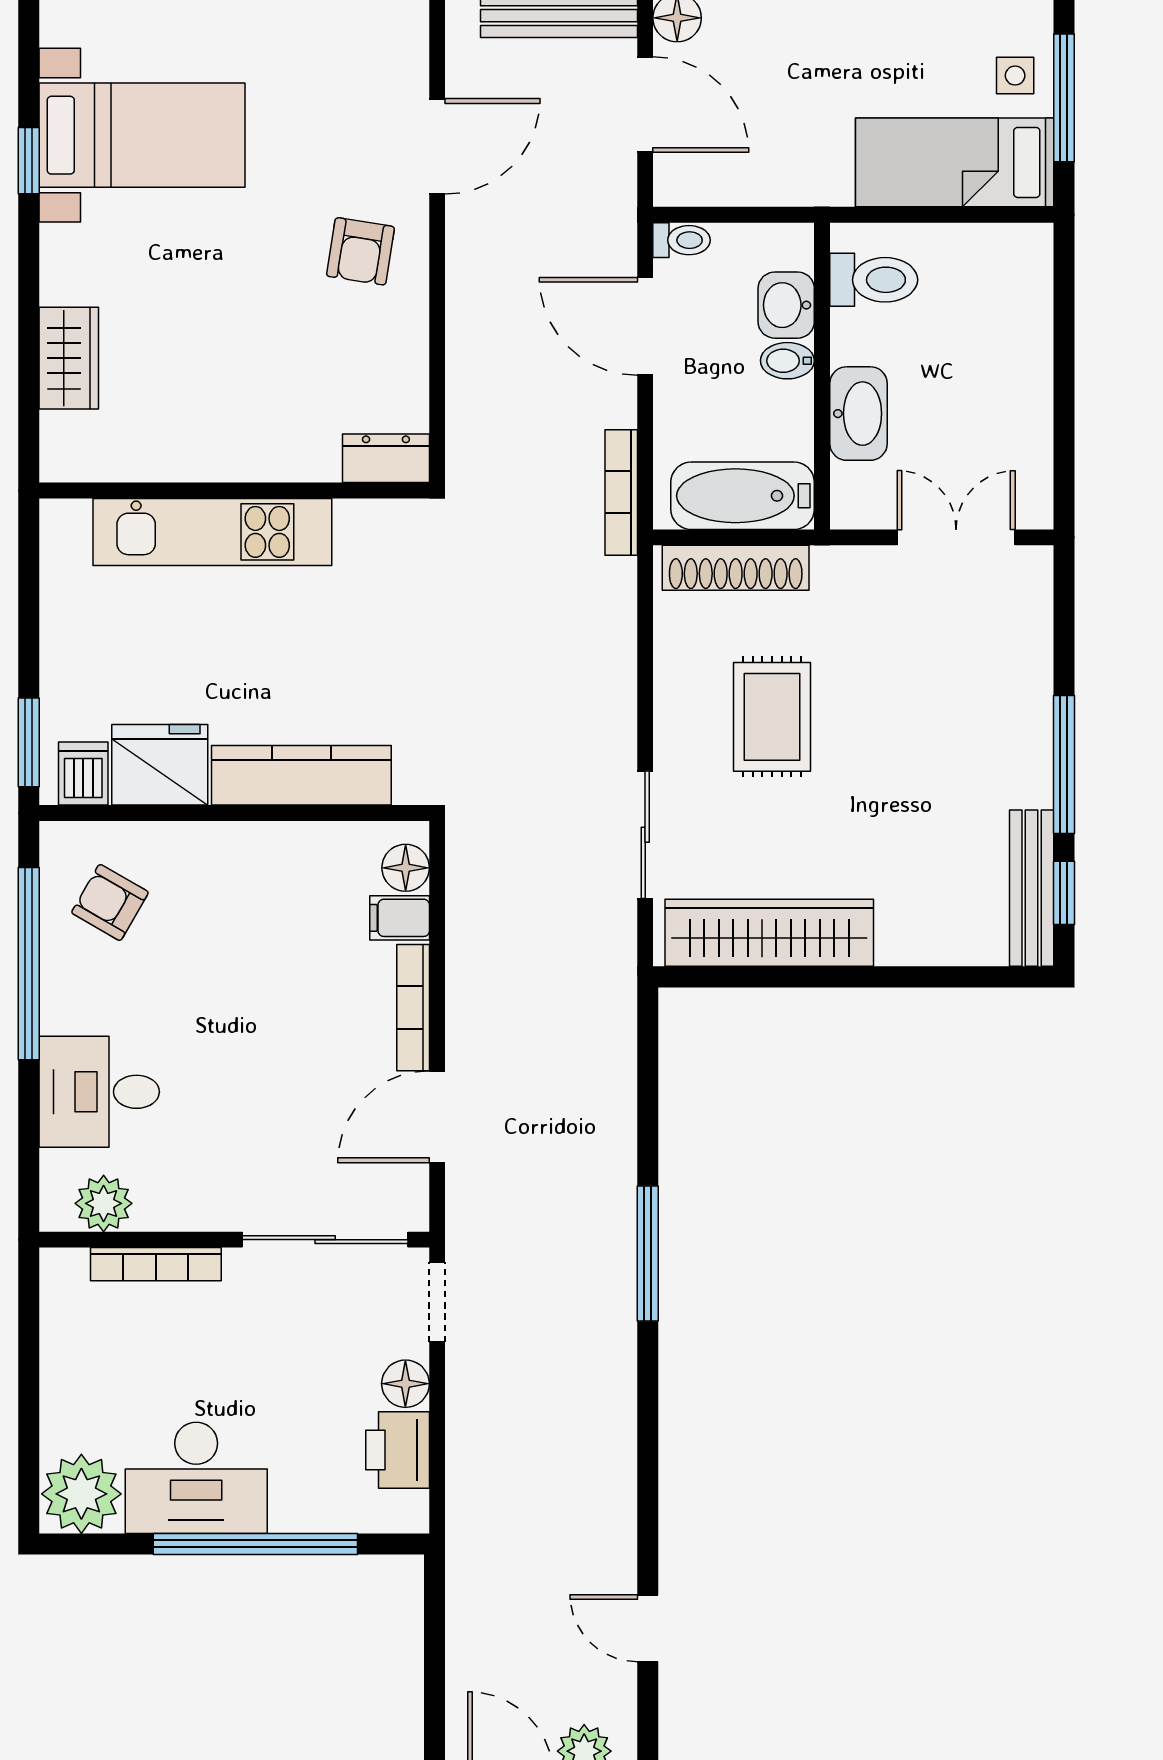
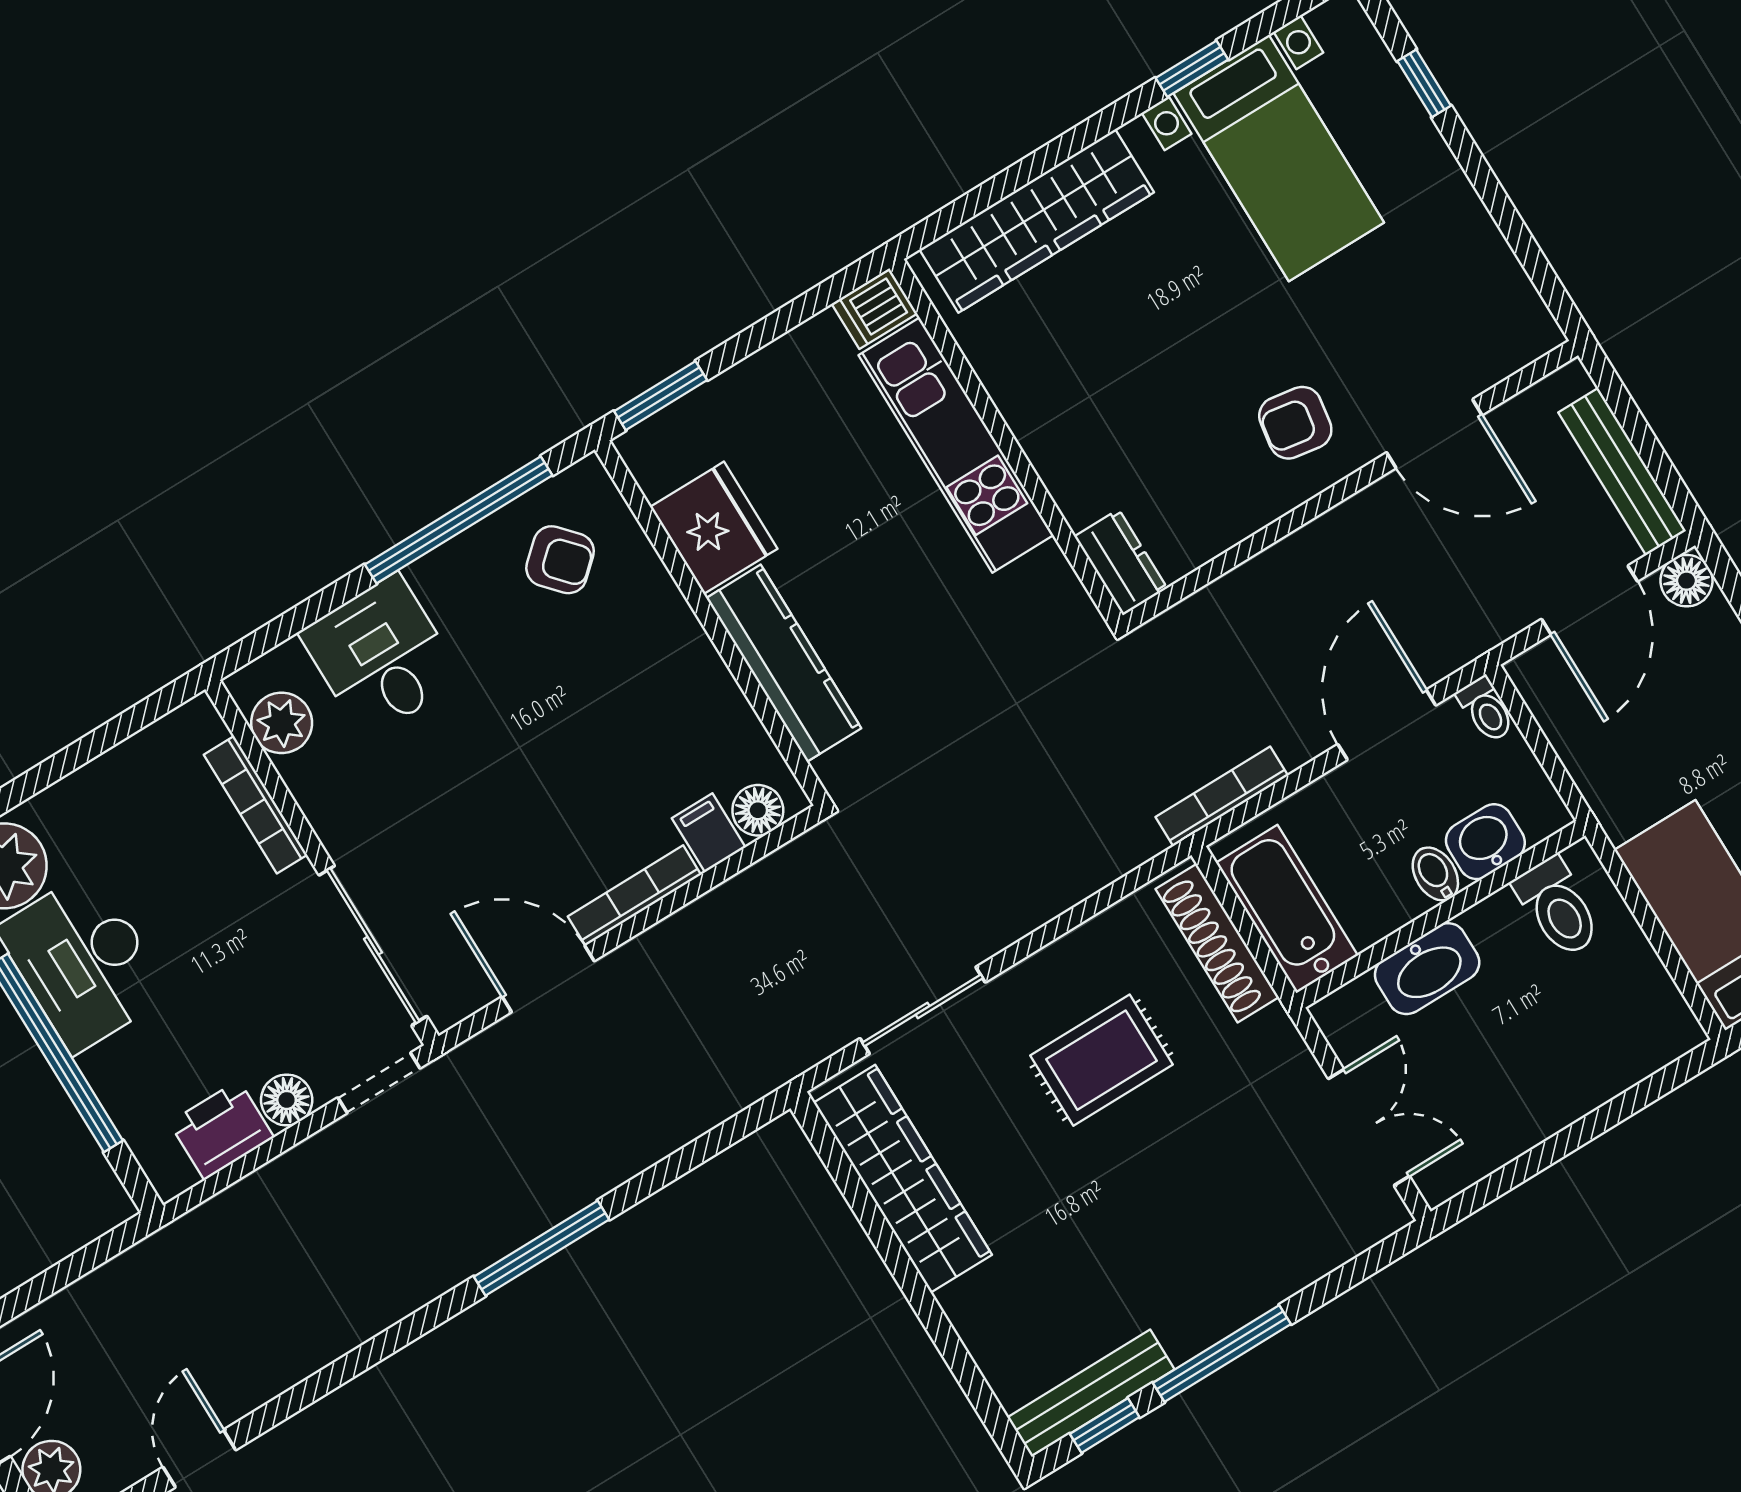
wardrobe: (69, 358) -> (1037, 221), width x2.10, depth x1.17
dishwasher: (83, 774) -> (875, 309), moved, turned 180
armchair: (110, 902) -> (560, 560), turned 108

